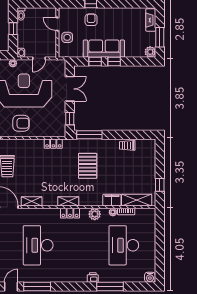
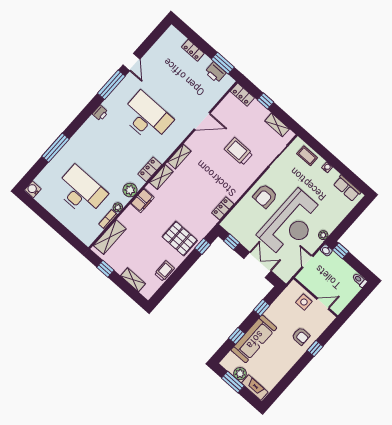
window: (13, 29) -> (341, 251), moved
sofa: (104, 49) -> (254, 339), moved
plant: (150, 52) -> (240, 374), moved
window: (114, 61) -> (237, 336), moved
double door: (70, 89) -> (257, 265), swing flipped
window: (89, 135) -> (203, 246), width x0.46
shelving: (151, 161) -> (133, 280), added
pallet: (88, 166) -> (180, 239), moved
filing cabinet: (112, 200) -> (142, 201), moved
shelving: (32, 201) -> (179, 157), moved
printer: (93, 278) -> (100, 113), moved

